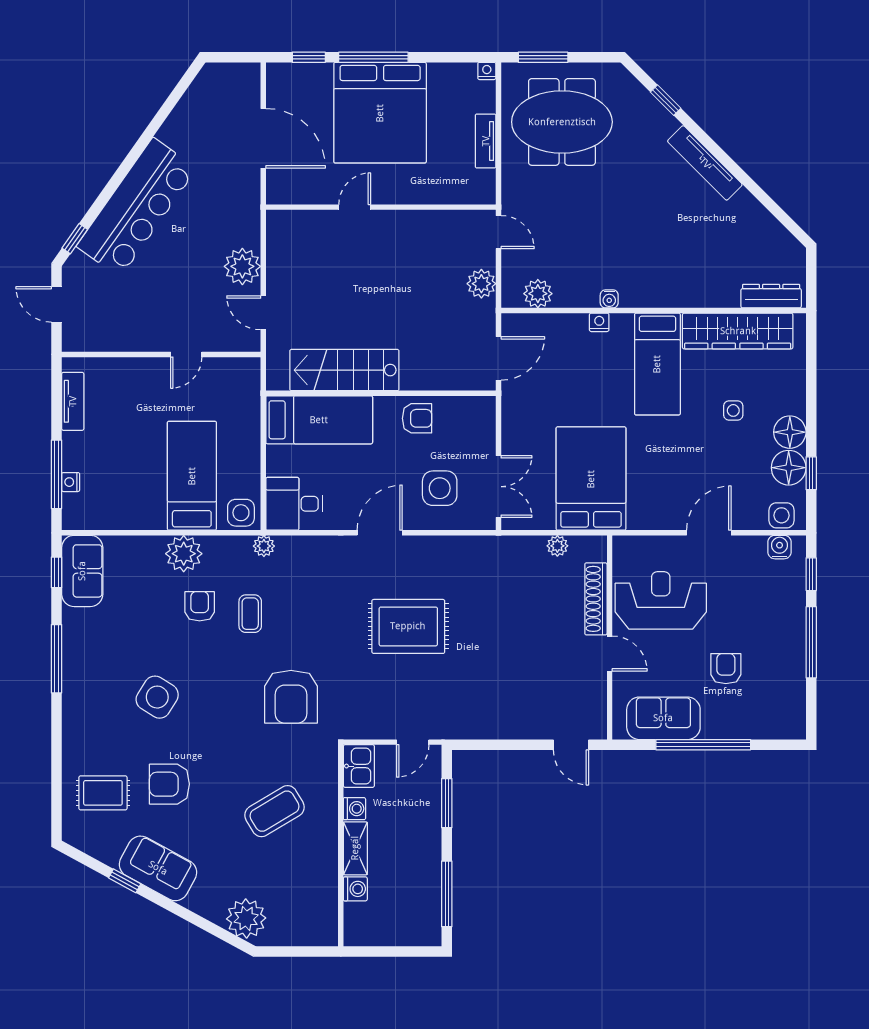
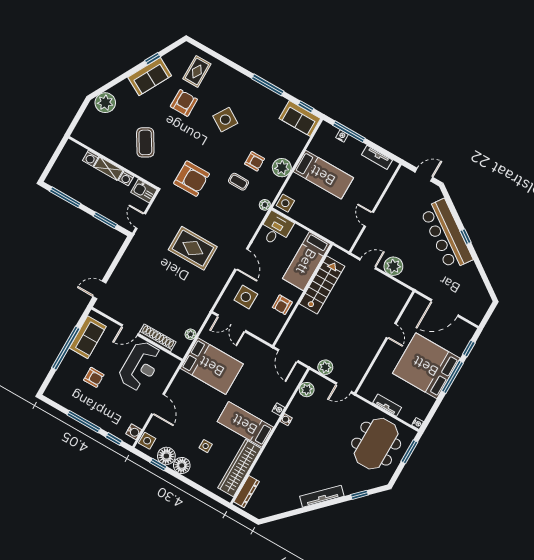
window: (75, 239) -> (465, 237), moved
bed: (192, 476) -> (323, 175), moved
rug: (408, 626) -> (193, 248), turned 90
armchair: (291, 697) -> (192, 179), turned 180

